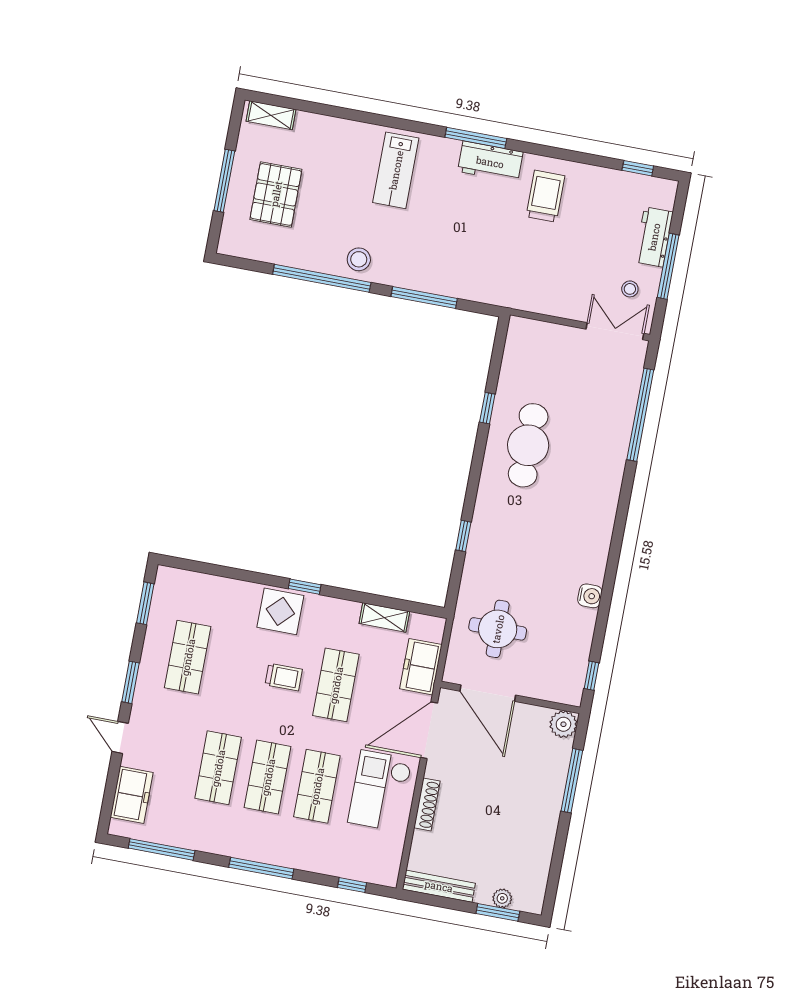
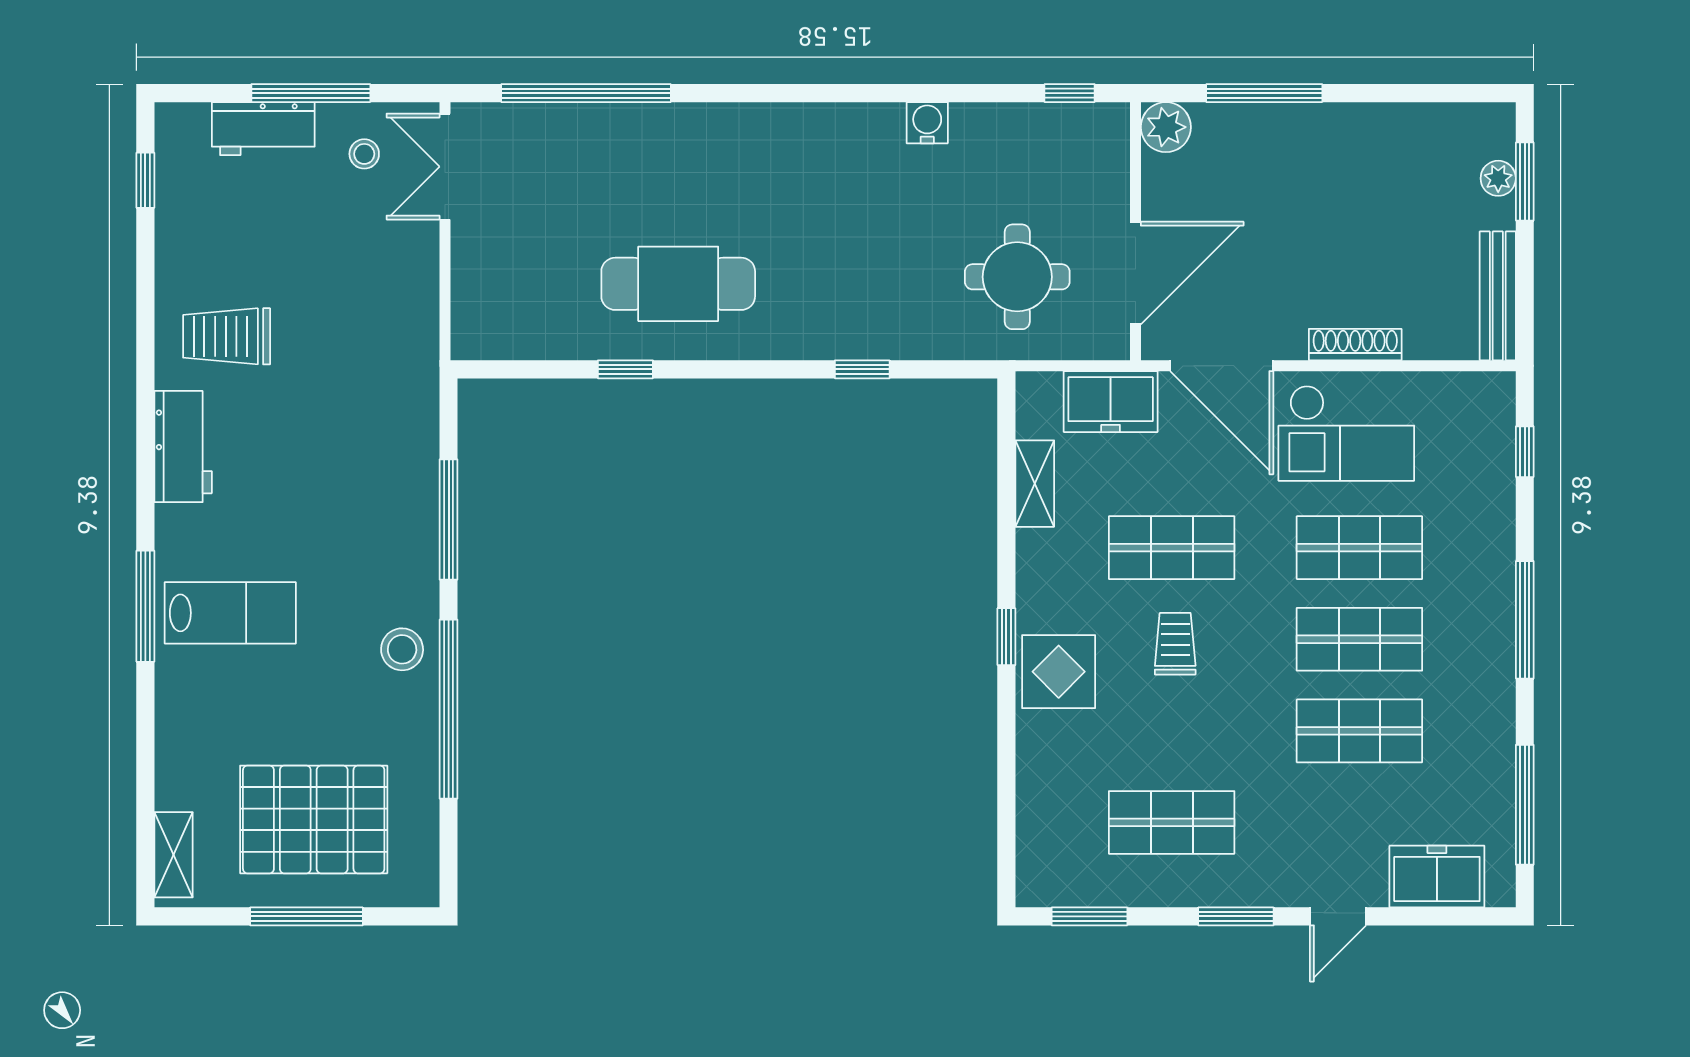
window: (476, 138) -> (145, 606), moved
pallet: (276, 194) -> (314, 819), width x1.37, depth x1.41

